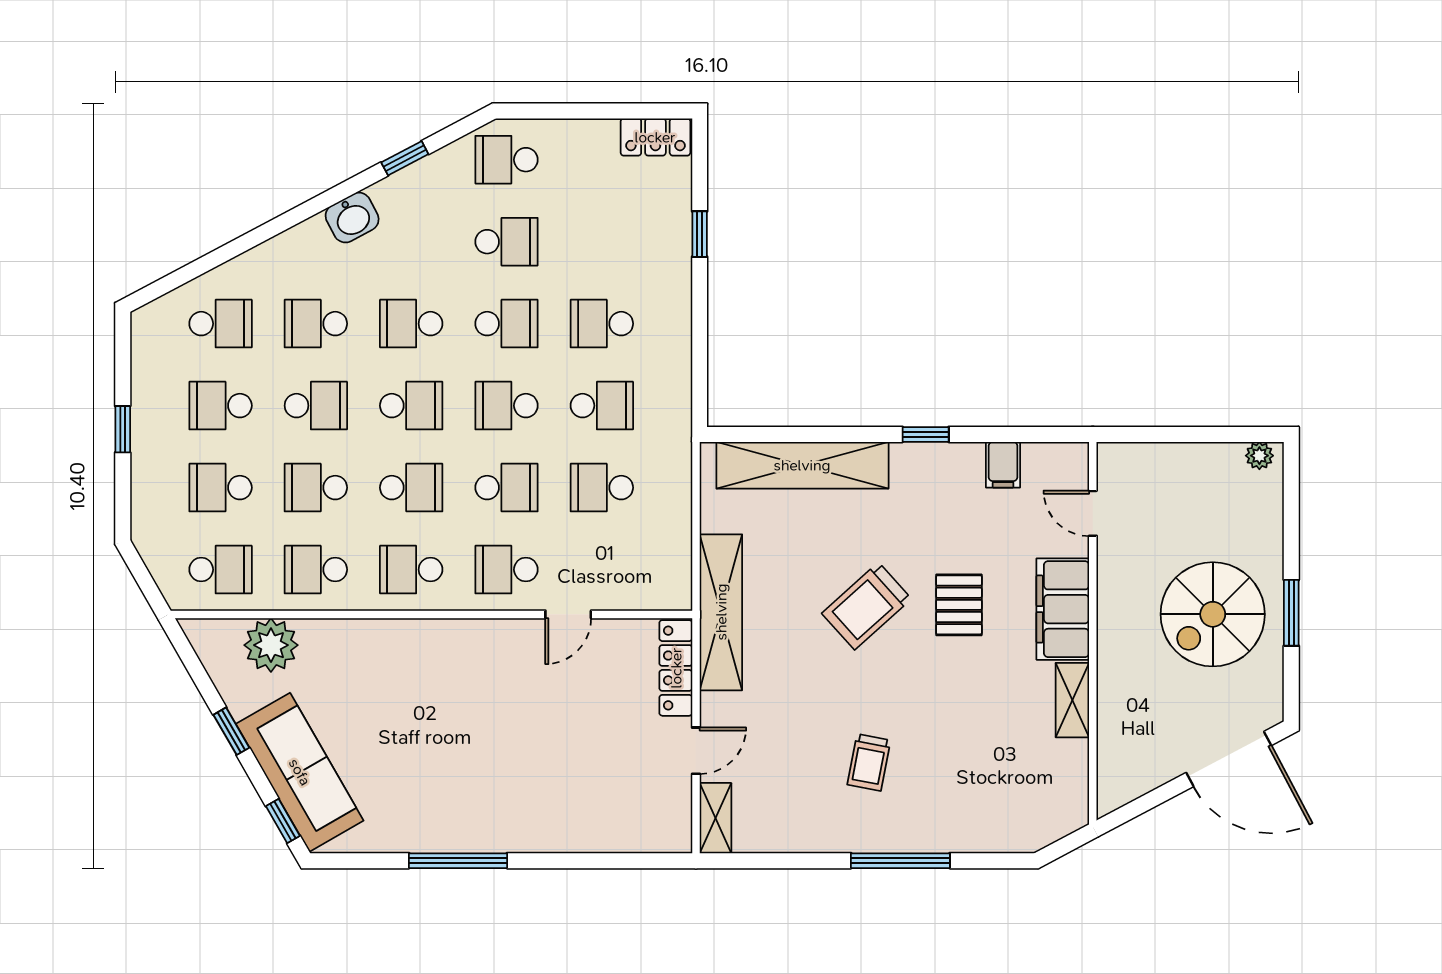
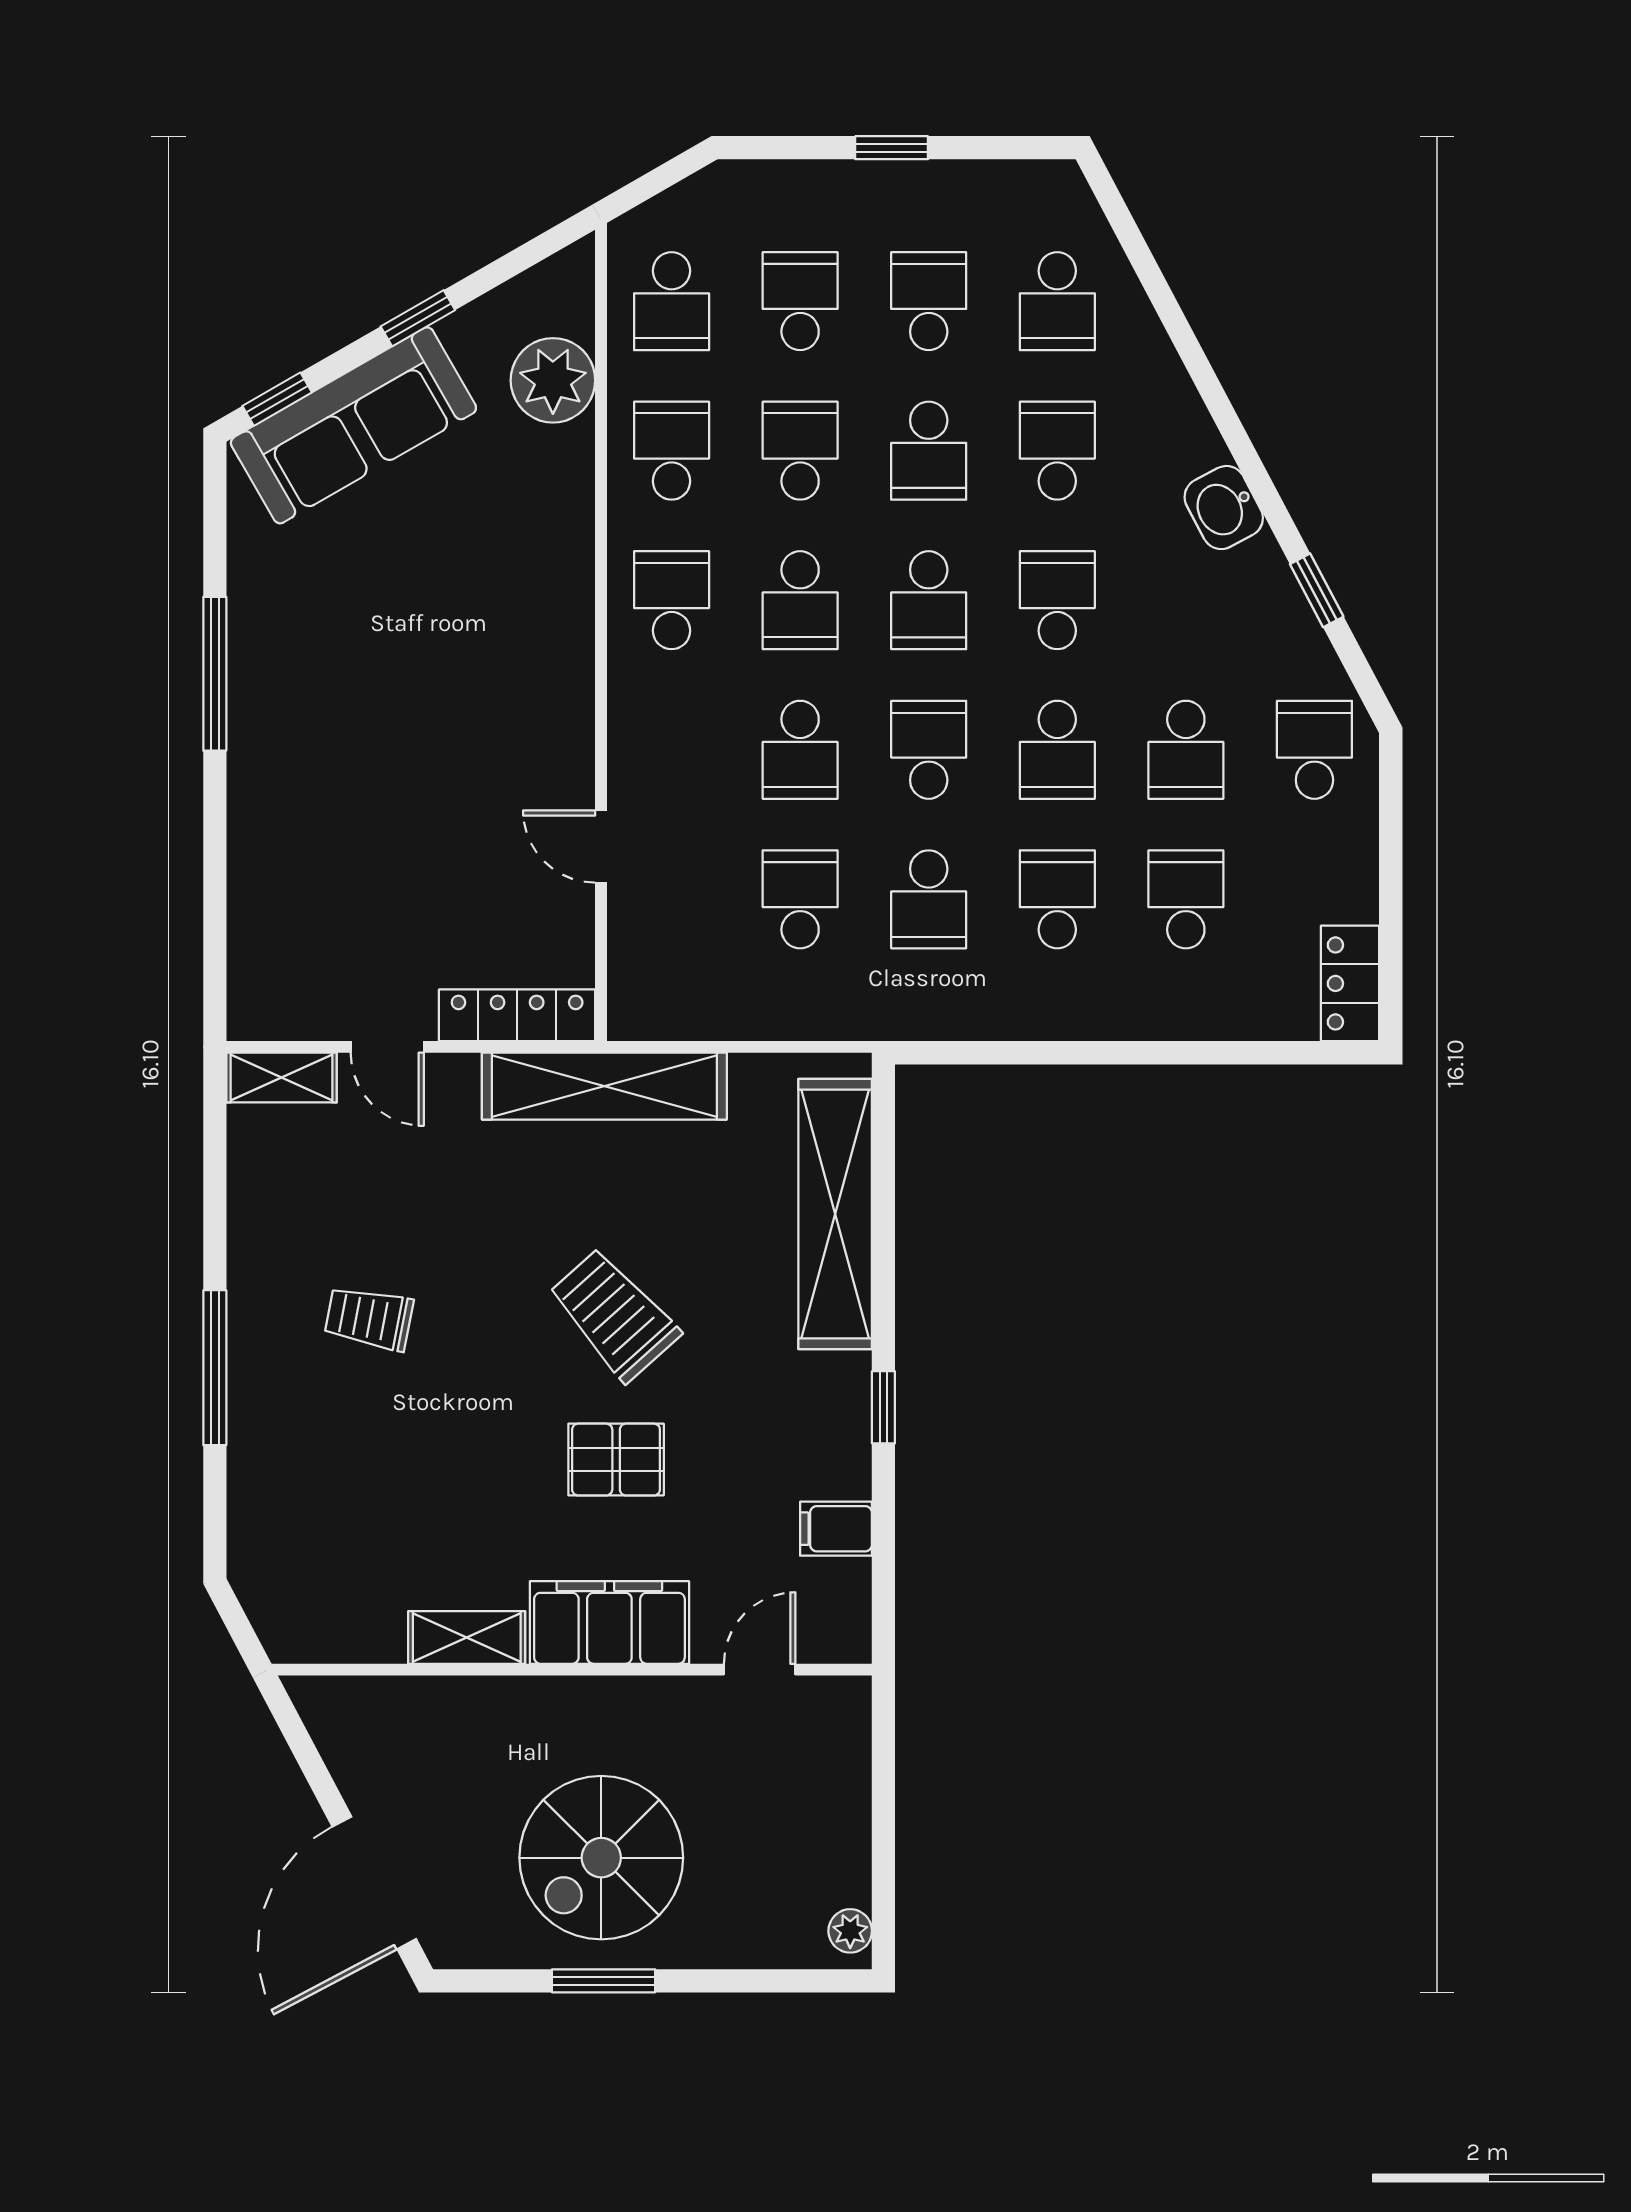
window: (700, 234) -> (1198, 1053), removed
school desk: (506, 570) -> (1186, 899), moved
spiral stairs: (1213, 614) -> (601, 1858), turned -90

